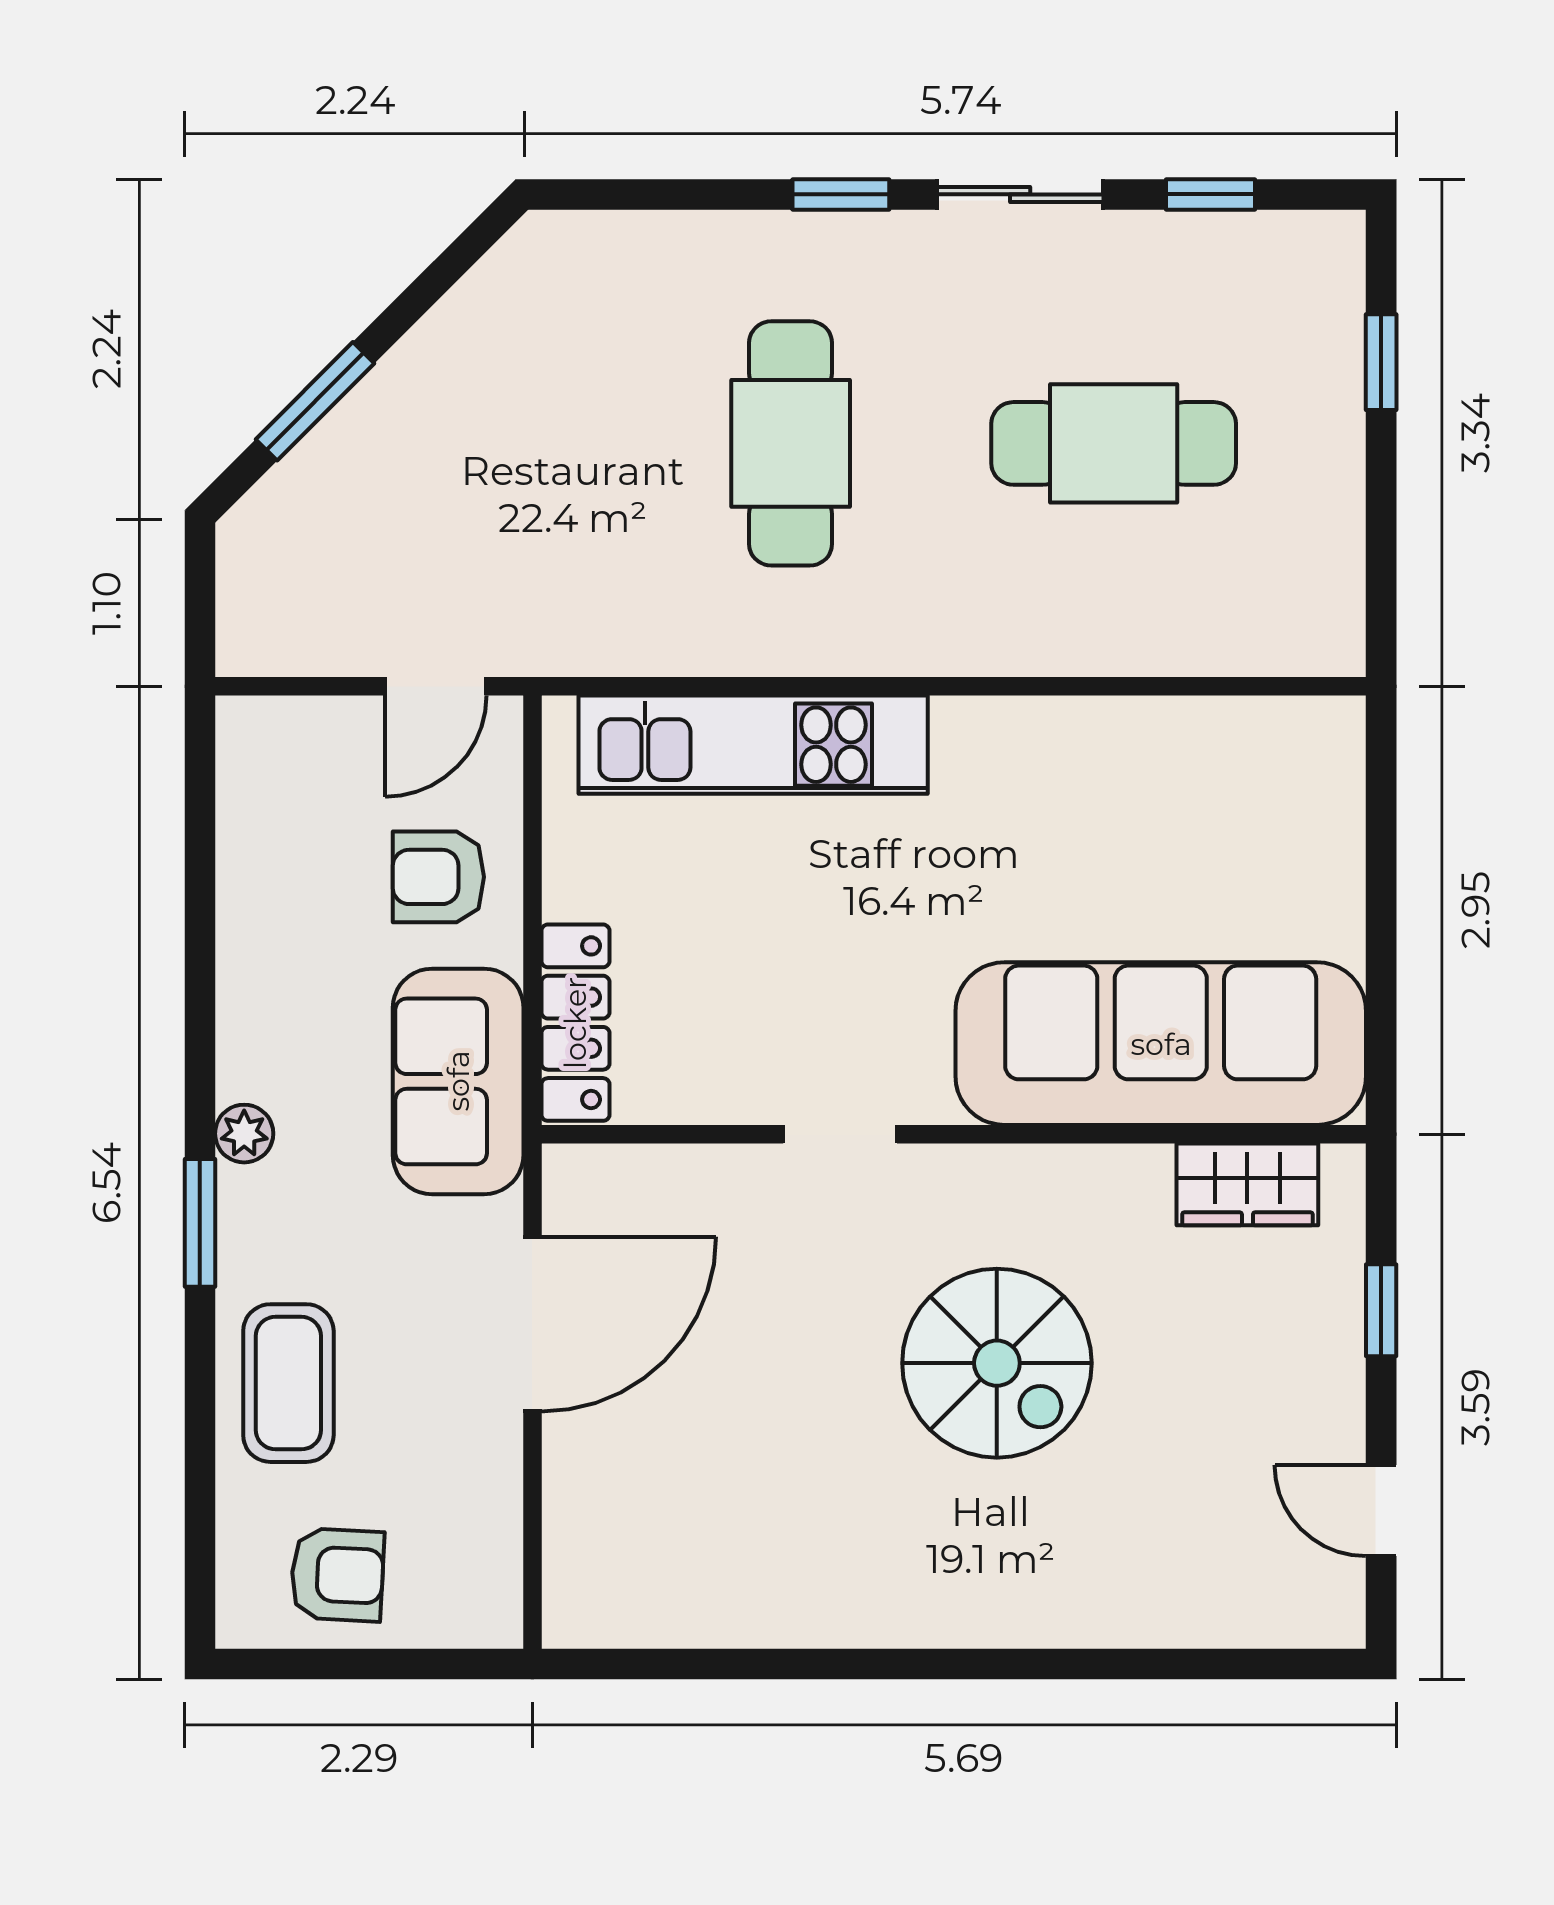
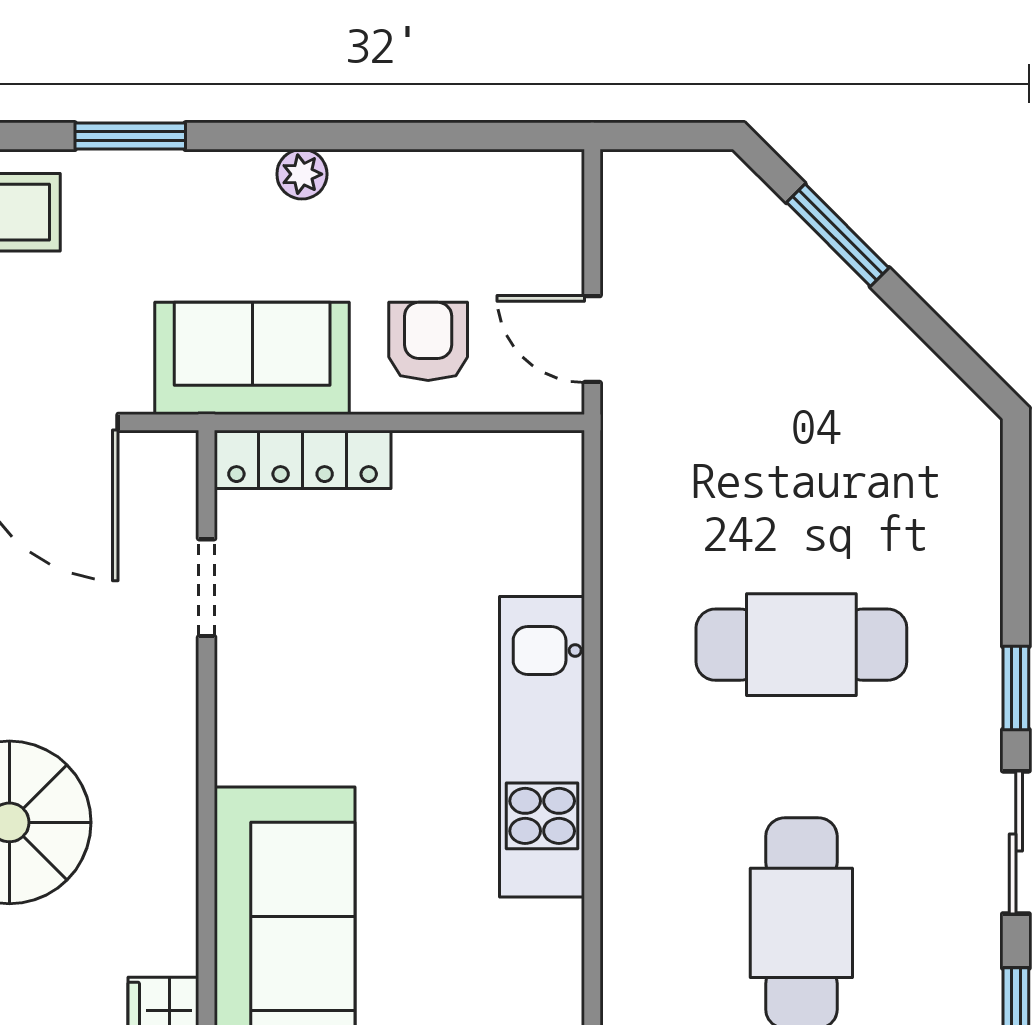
kitchen unit: (753, 745) -> (542, 747), moved
plant: (244, 1134) -> (302, 174), moved
doorway: (840, 1134) -> (207, 588), moved

